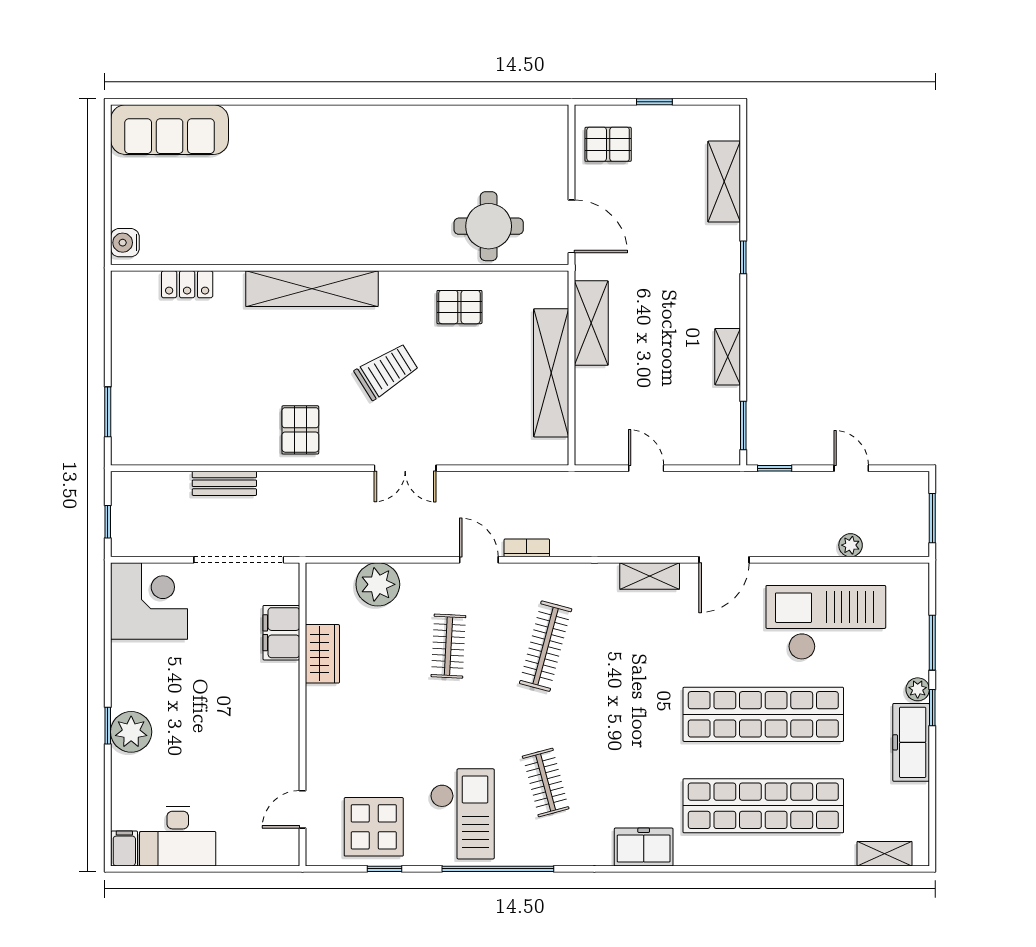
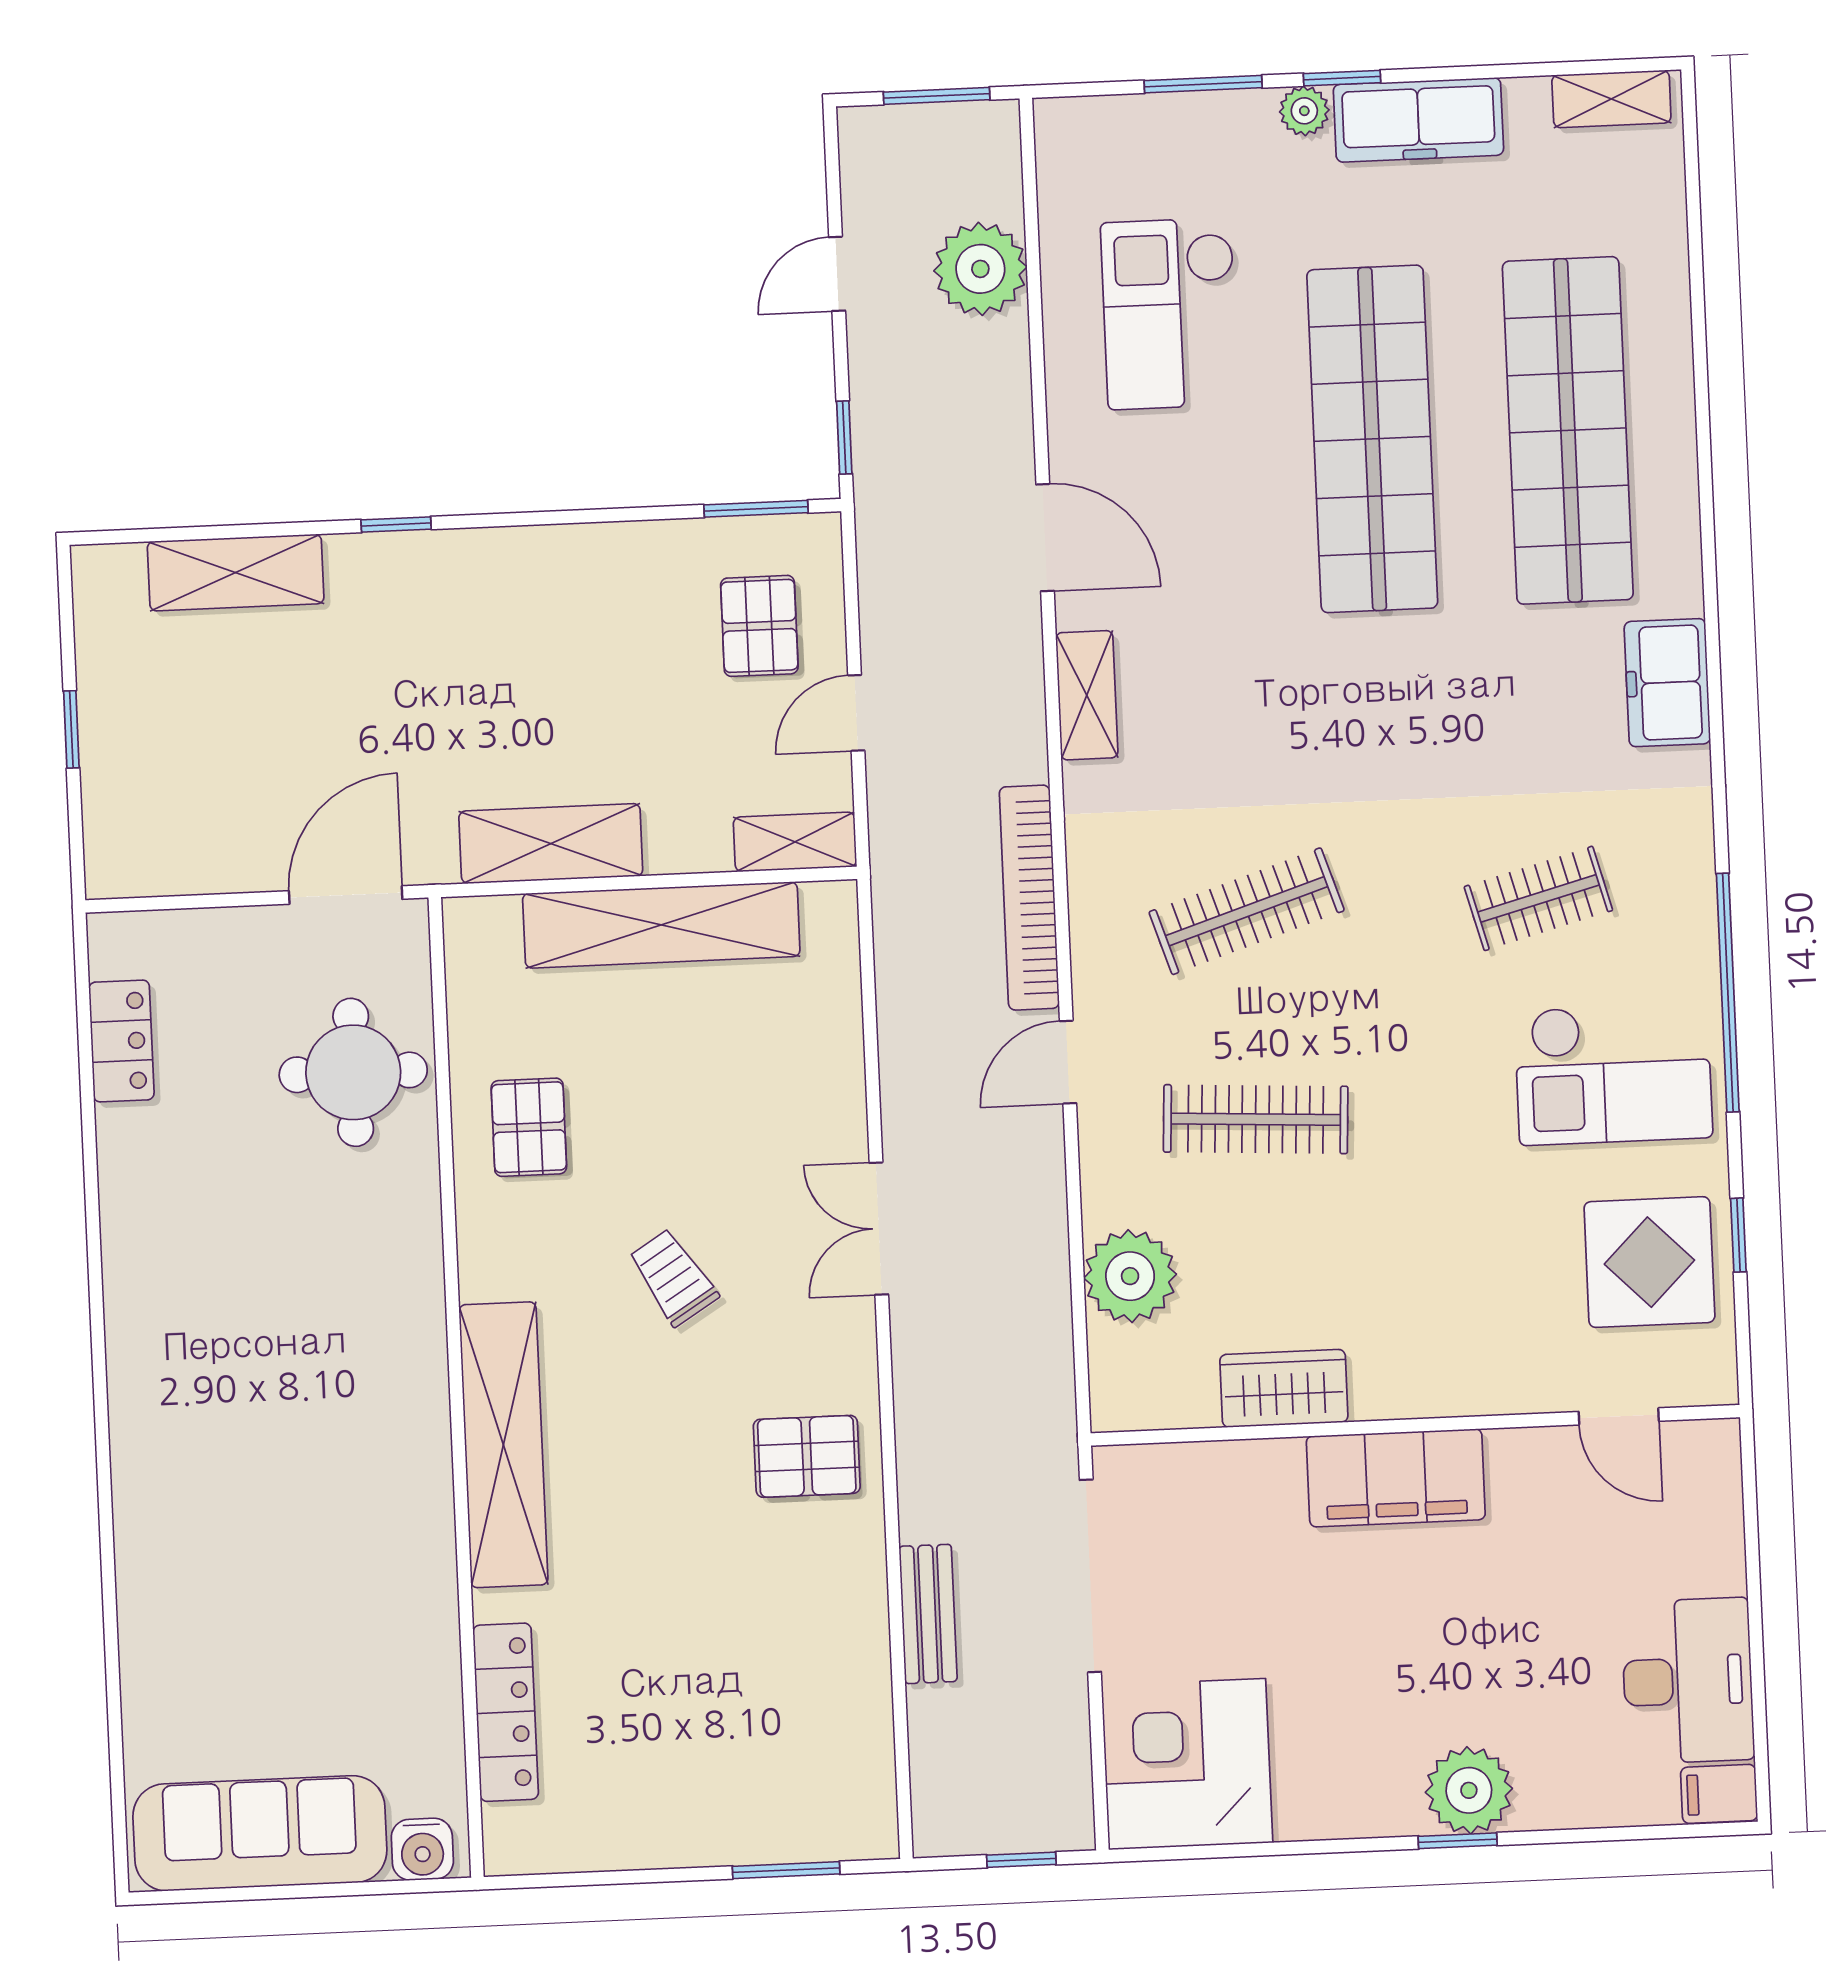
locker: (508, 119) -> (121, 1041), added
sofa: (170, 130) -> (260, 1833), moved, turned -90
pallet: (608, 144) -> (759, 626), moved
locker: (187, 284) -> (506, 1712), width x1.53
shelving: (728, 357) -> (795, 842), moved
trolley: (387, 371) -> (673, 1277), width x0.73, depth x0.72
double door: (405, 468) -> (879, 1229), swing flipped
plant: (851, 545) -> (980, 269), width x1.87, depth x1.87
bookcase: (527, 548) -> (1029, 898), width x2.31, depth x1.31
checkout: (826, 623) -> (1170, 314), width x0.73, depth x0.83
filing cabinet: (281, 633) -> (1396, 1478), moved, width x1.50, depth x1.17
clothes rail: (448, 646) -> (1256, 1119), width x1.36
clothes rail: (546, 646) -> (1247, 911), turned -33
checkout: (462, 814) -> (1613, 1074), turned 180
shelving: (885, 854) -> (1611, 99), moved, turned 90

